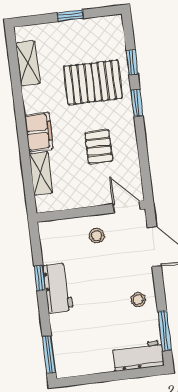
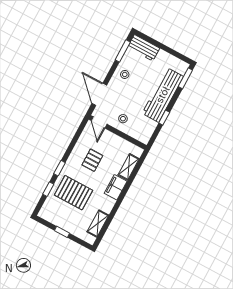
workbench: (58, 288) -> (163, 95), width x1.88, depth x1.32

